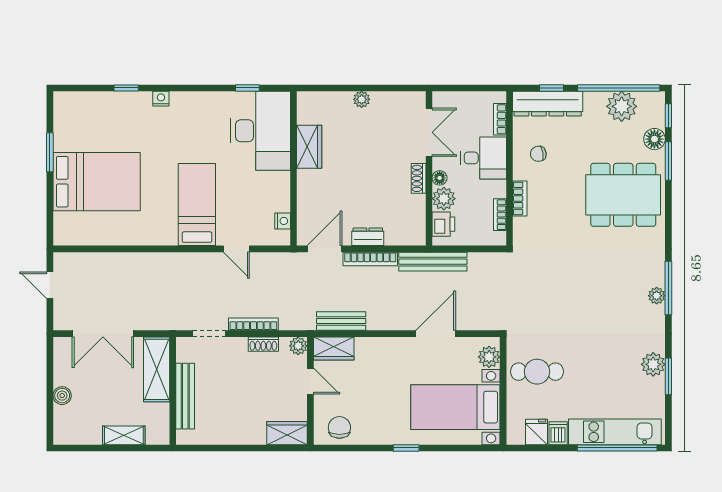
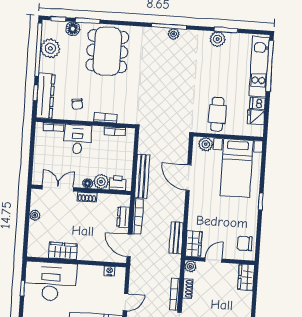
double door: (429, 132) -> (58, 188), moved
wall: (429, 168) -> (81, 190), moved
shoe rack: (419, 178) -> (87, 197), moved
floor lamp: (440, 178) -> (88, 183), moved
plant: (444, 199) -> (101, 182), moved
printer: (443, 224) -> (117, 183), moved

